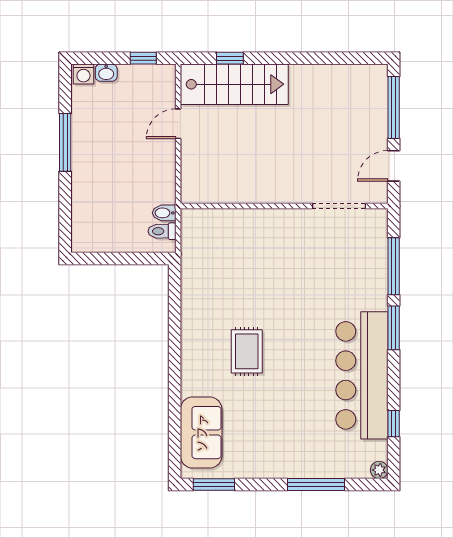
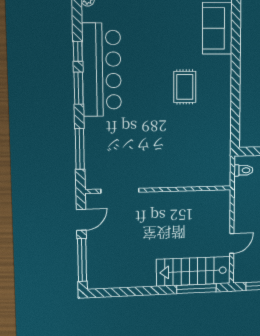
window: (230, 58) -> (196, 289), width x2.17
bidet: (164, 213) -> (242, 183), removed
window: (394, 328) -> (79, 88), moved
window: (394, 424) -> (78, 51), moved

